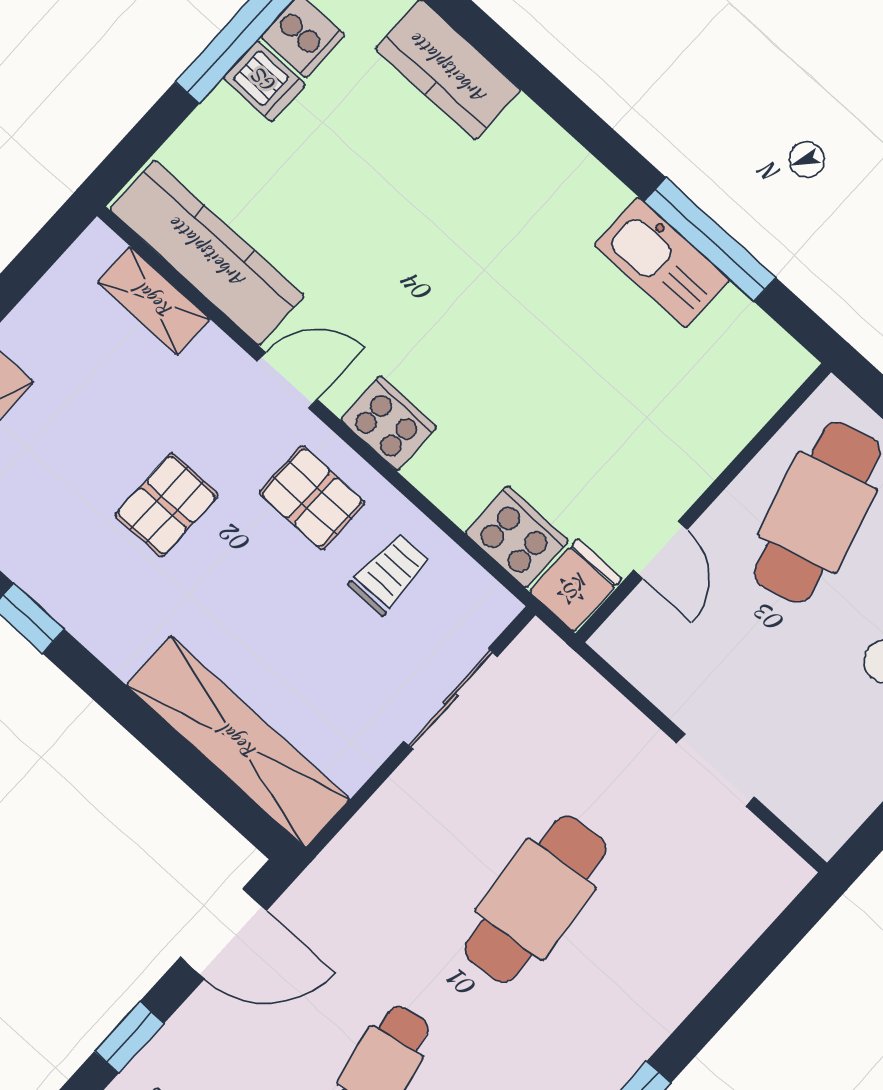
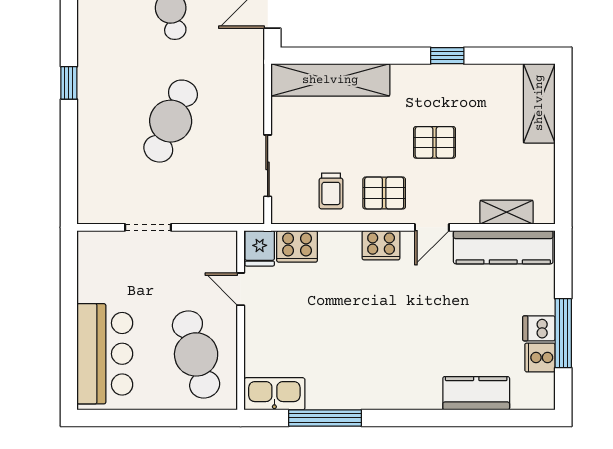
kitchen sink: (662, 262) -> (274, 394), moved
pallet: (167, 505) -> (434, 142), turned 90
cafe table: (535, 899) -> (171, 121), turned 30

